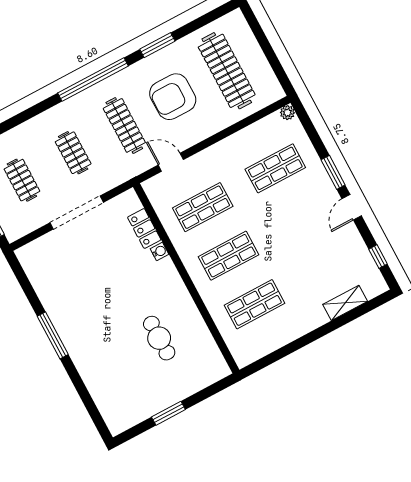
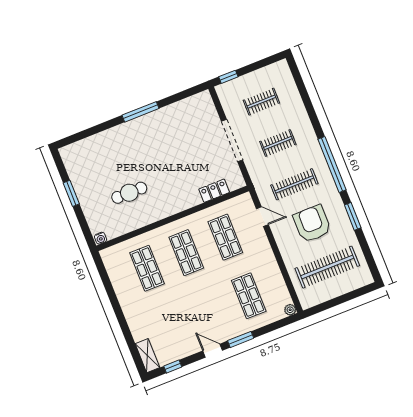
door: (171, 162) -> (262, 217), hinge flipped
water cooler: (160, 251) -> (101, 238), moved
shelving: (345, 303) -> (147, 356), moved

